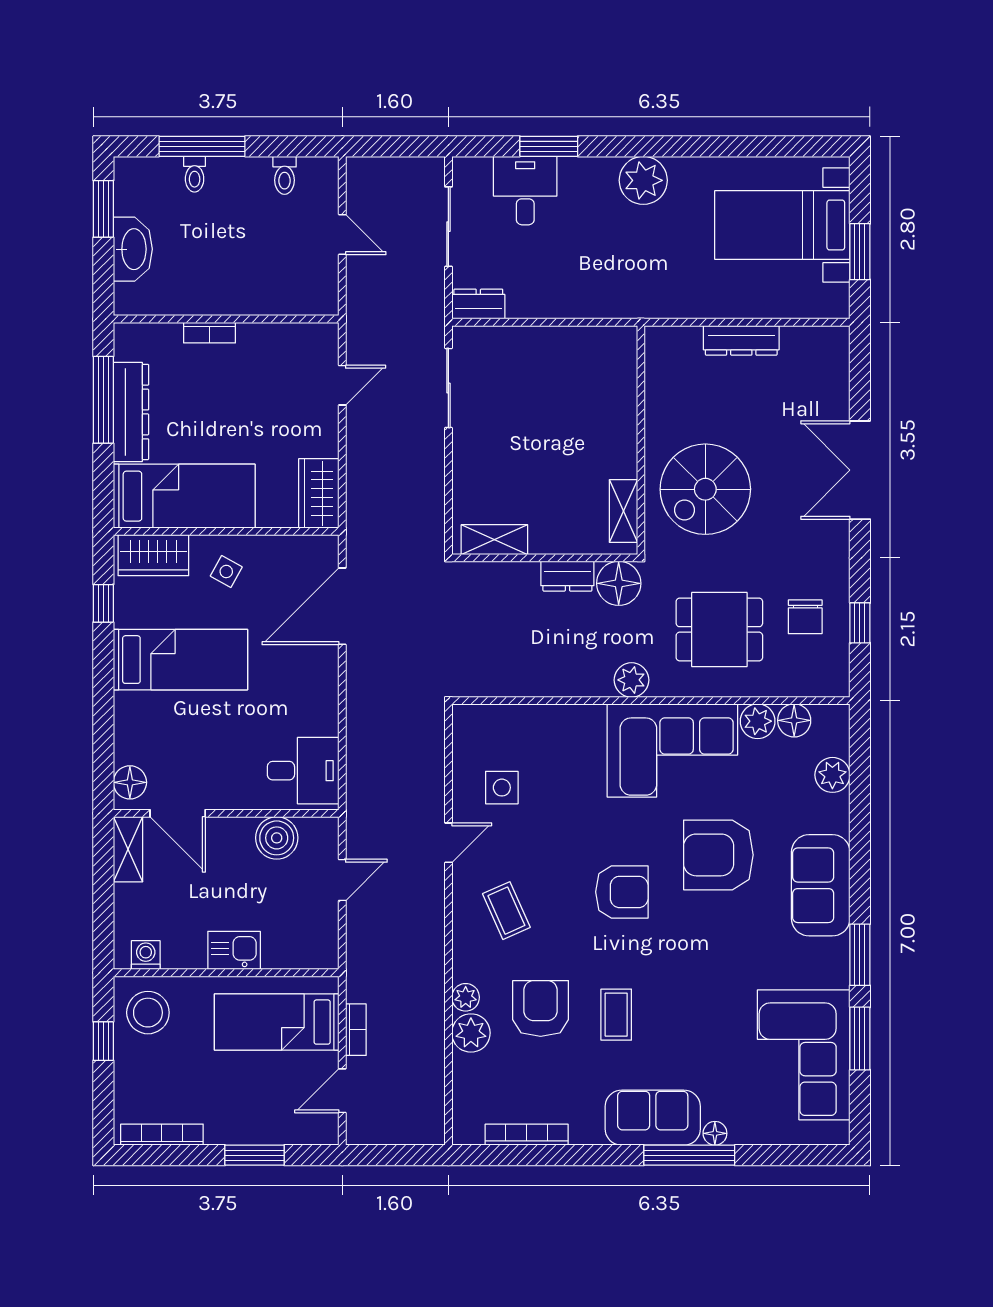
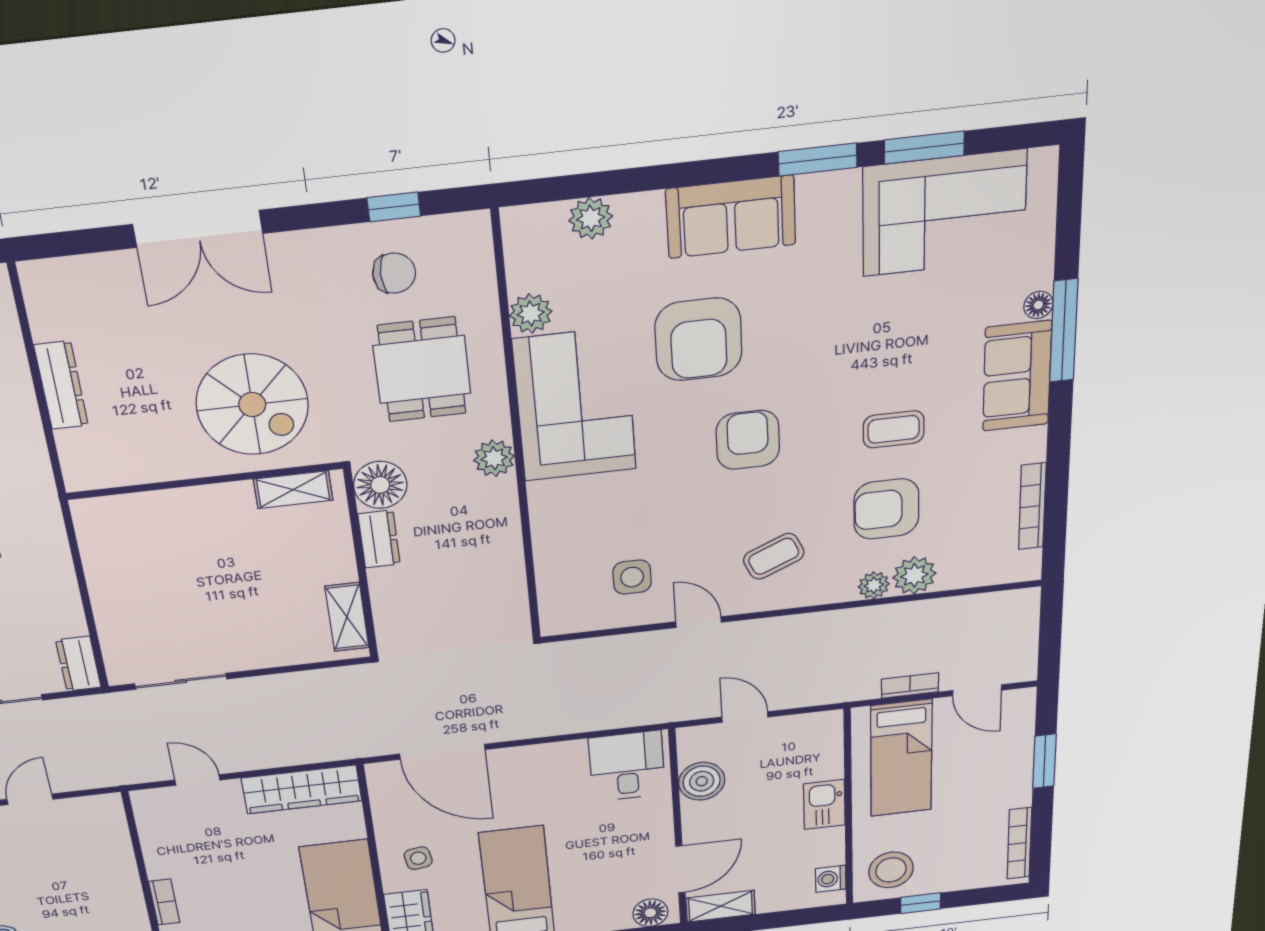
wardrobe: (319, 493) -> (302, 789), width x1.50
side table: (226, 572) -> (418, 858), turned -38
floor lamp: (794, 720) -> (526, 271), removed

